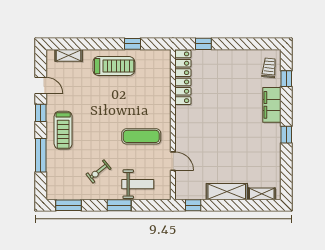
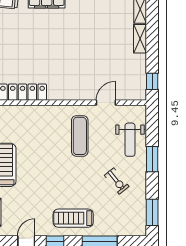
treadmill: (63, 130) -> (73, 218), turned 180
weight bench: (138, 184) -> (130, 140), turned 180
shelving: (227, 192) -> (140, 39), width x0.67, depth x0.75

